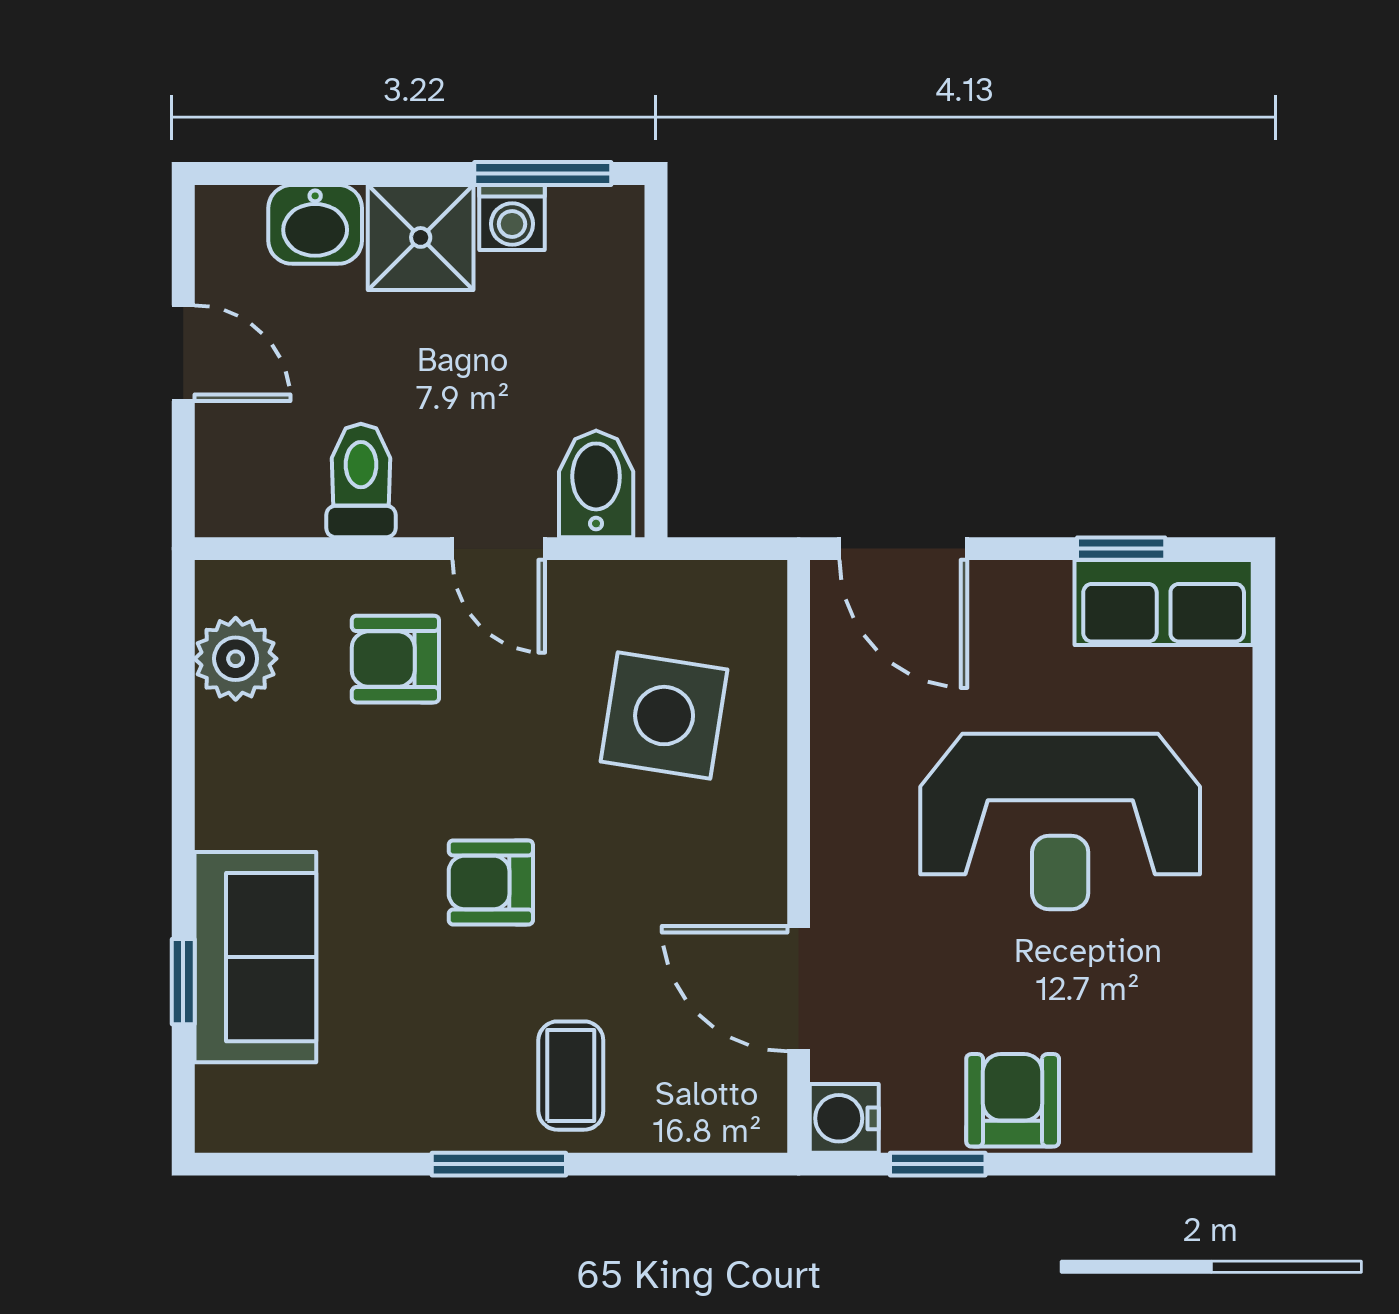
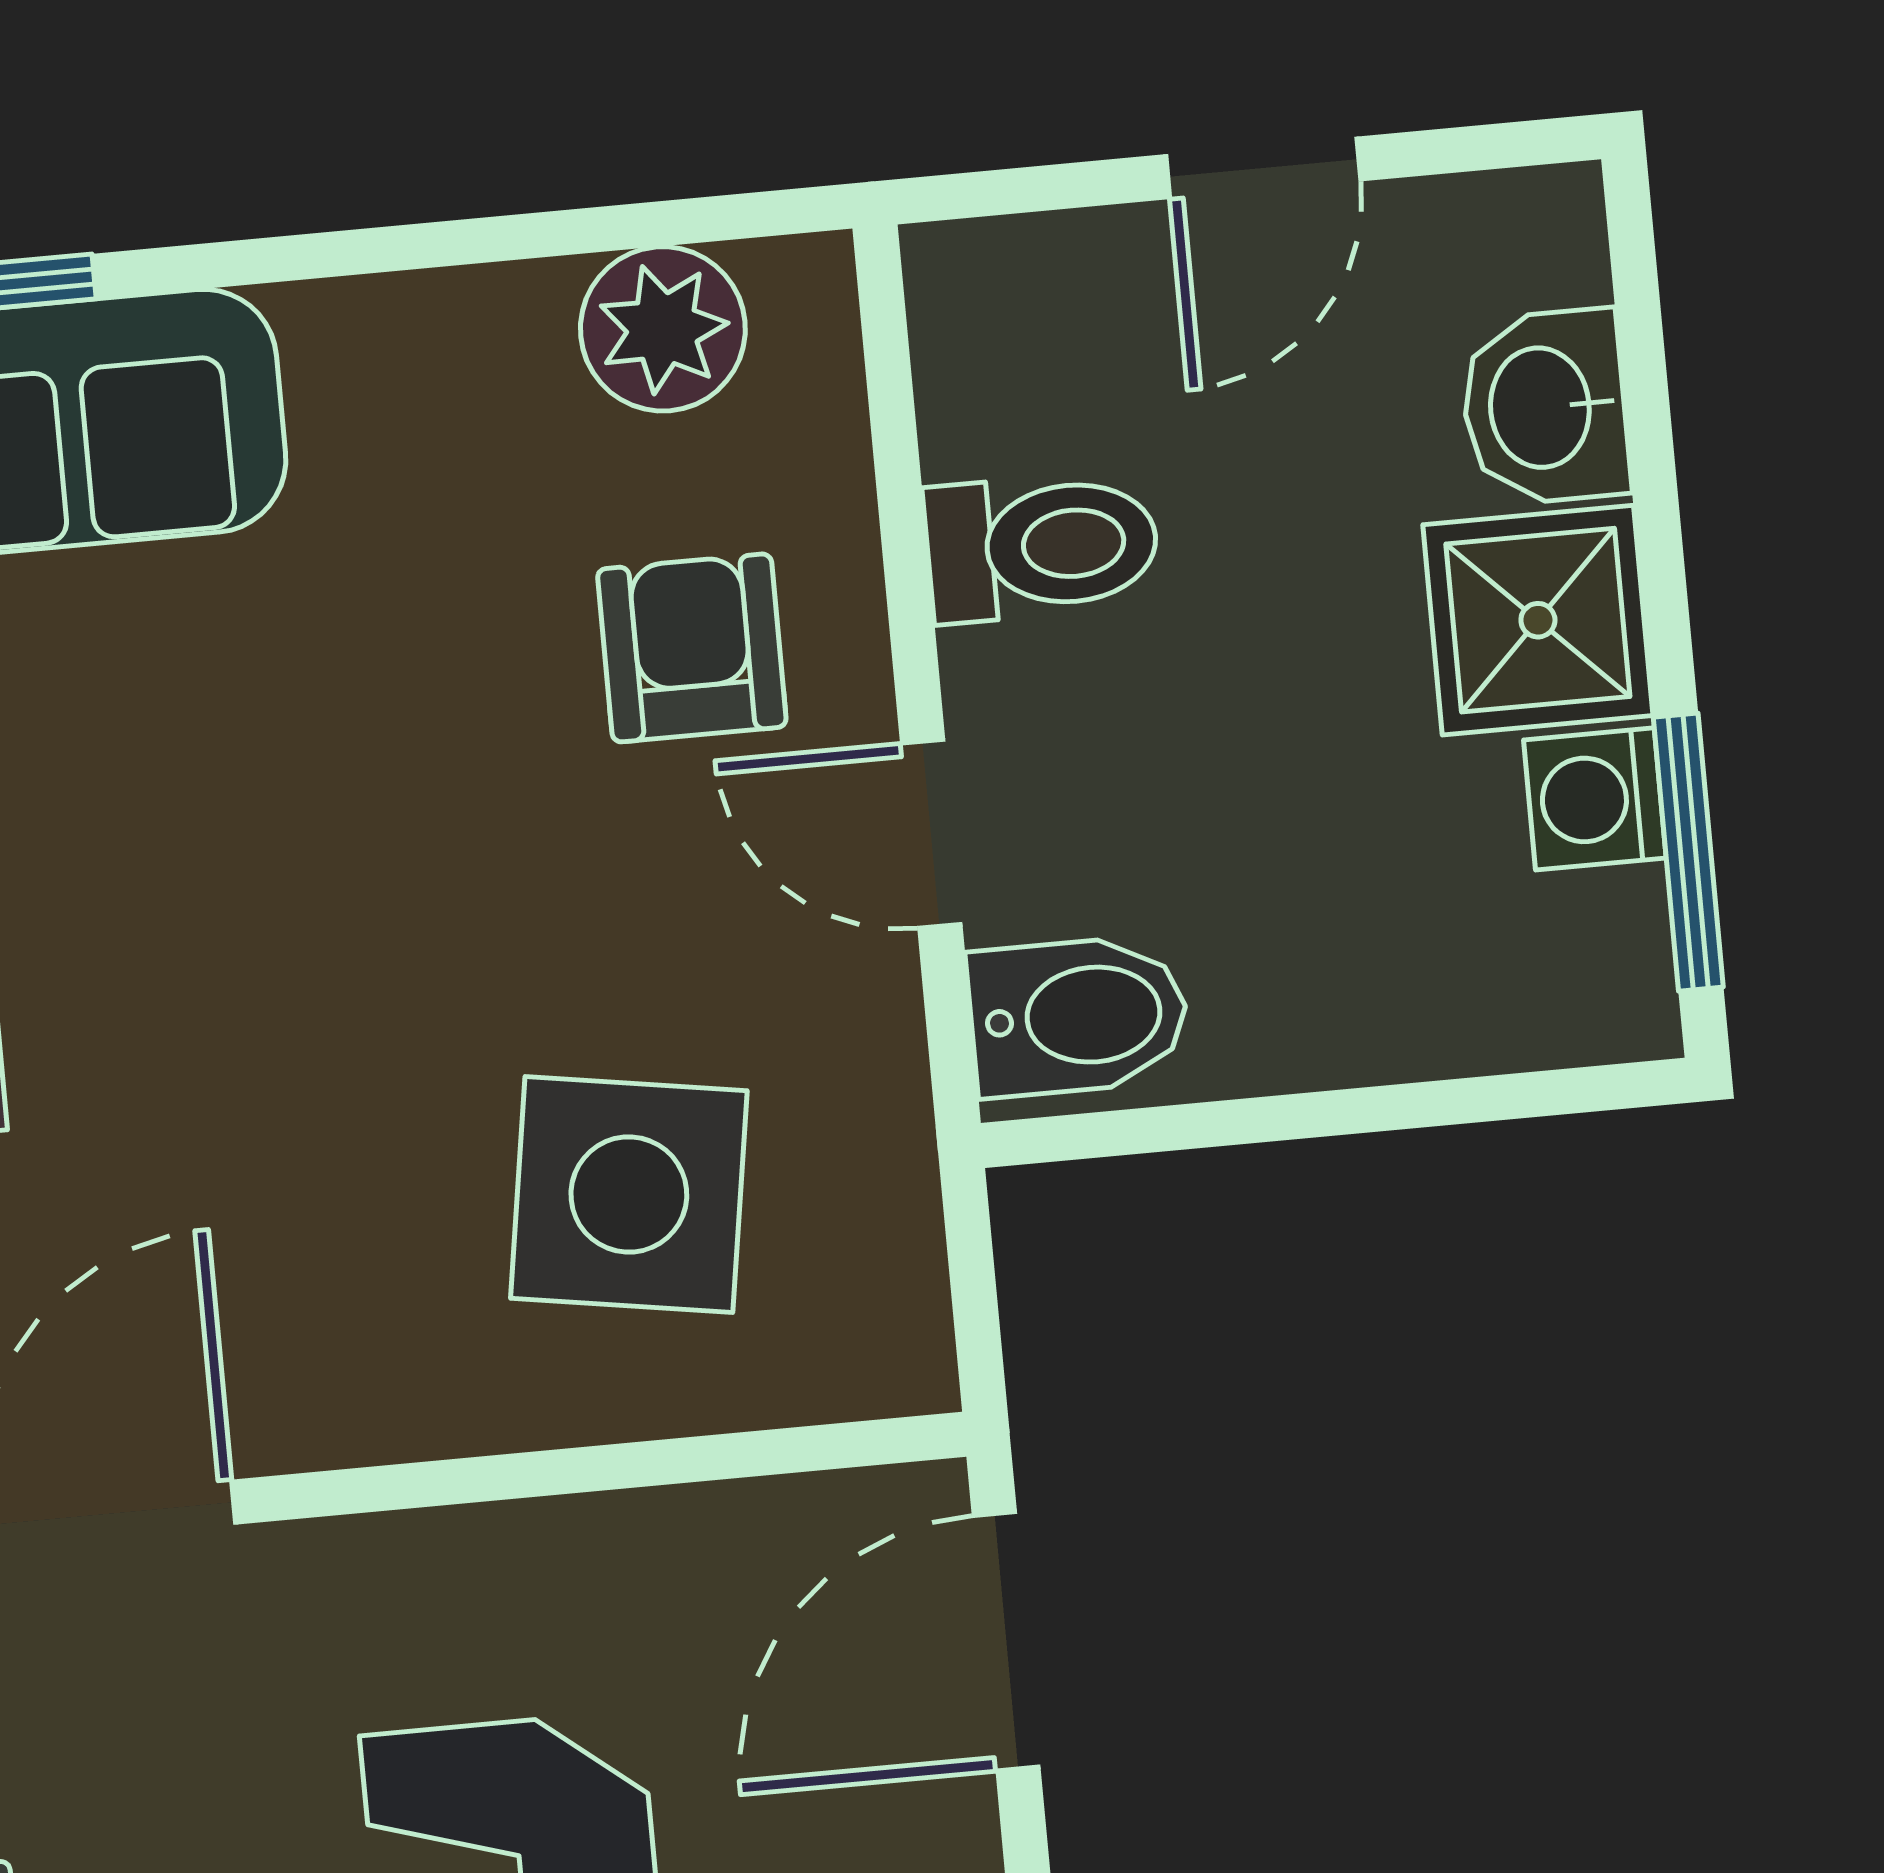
door: (499, 549) -> (931, 834), hinge flipped
armchair: (491, 882) -> (264, 880), removed

